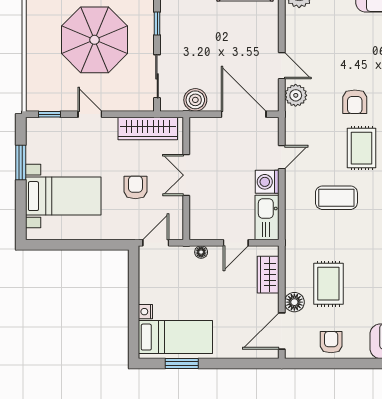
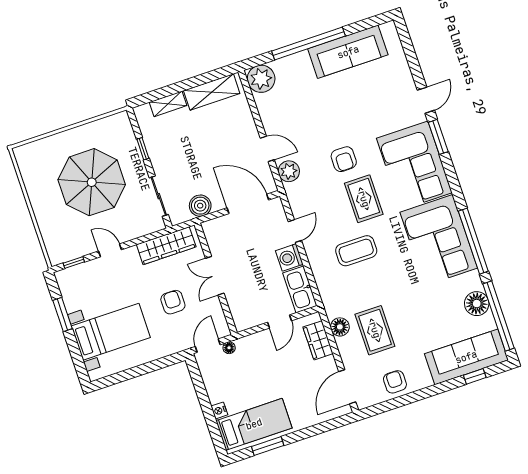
floor lamp: (201, 252) -> (229, 348), moved
floor lamp: (294, 302) -> (340, 327), moved

